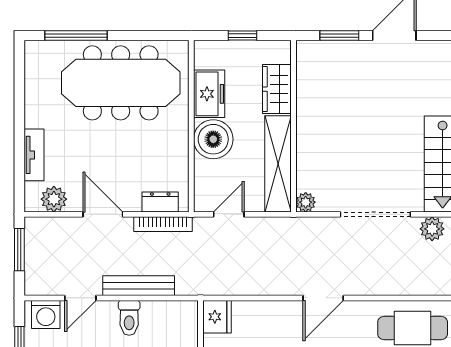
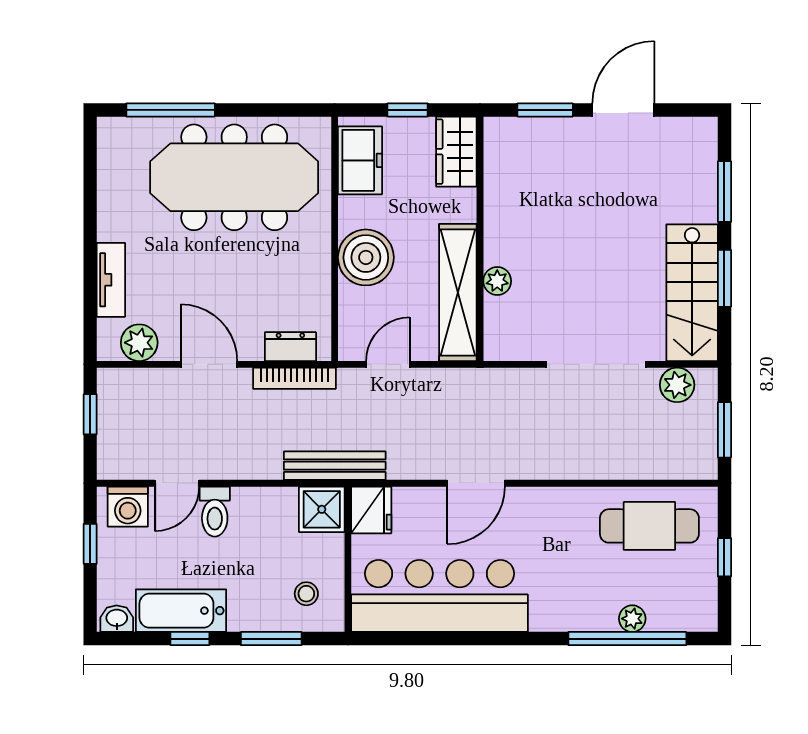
wardrobe: (277, 89) -> (456, 152), moved
freezer: (209, 94) -> (360, 160), moved
plant: (306, 202) -> (497, 281), moved
window: (19, 250) -> (90, 414), width x0.67
bench: (139, 286) -> (335, 466), moved
door: (323, 298) -> (476, 483), moved
shower: (182, 316) -> (322, 509), added
toilet: (129, 318) -> (215, 512), moved

